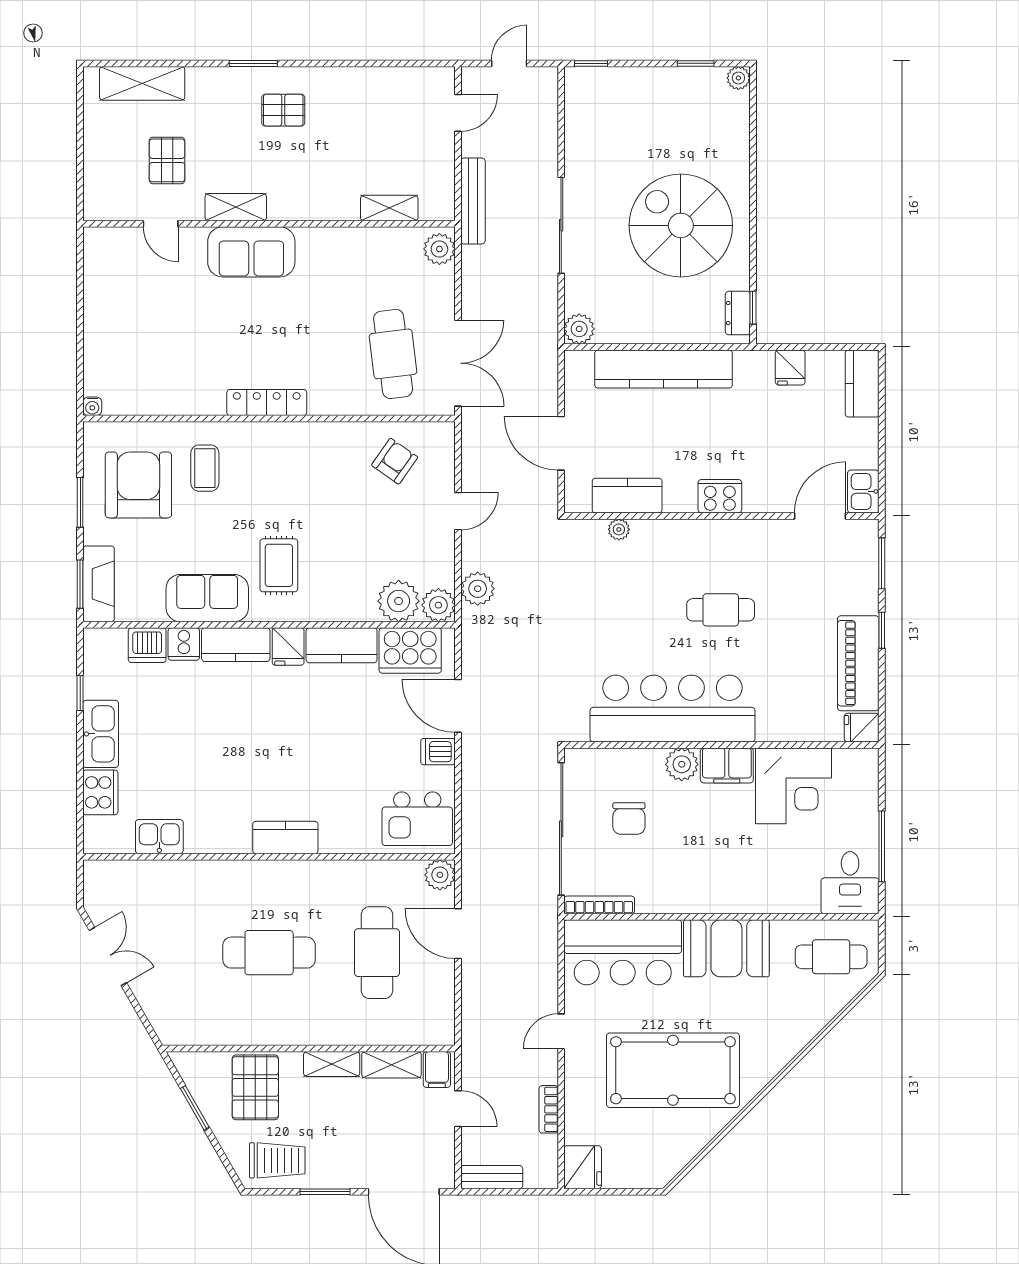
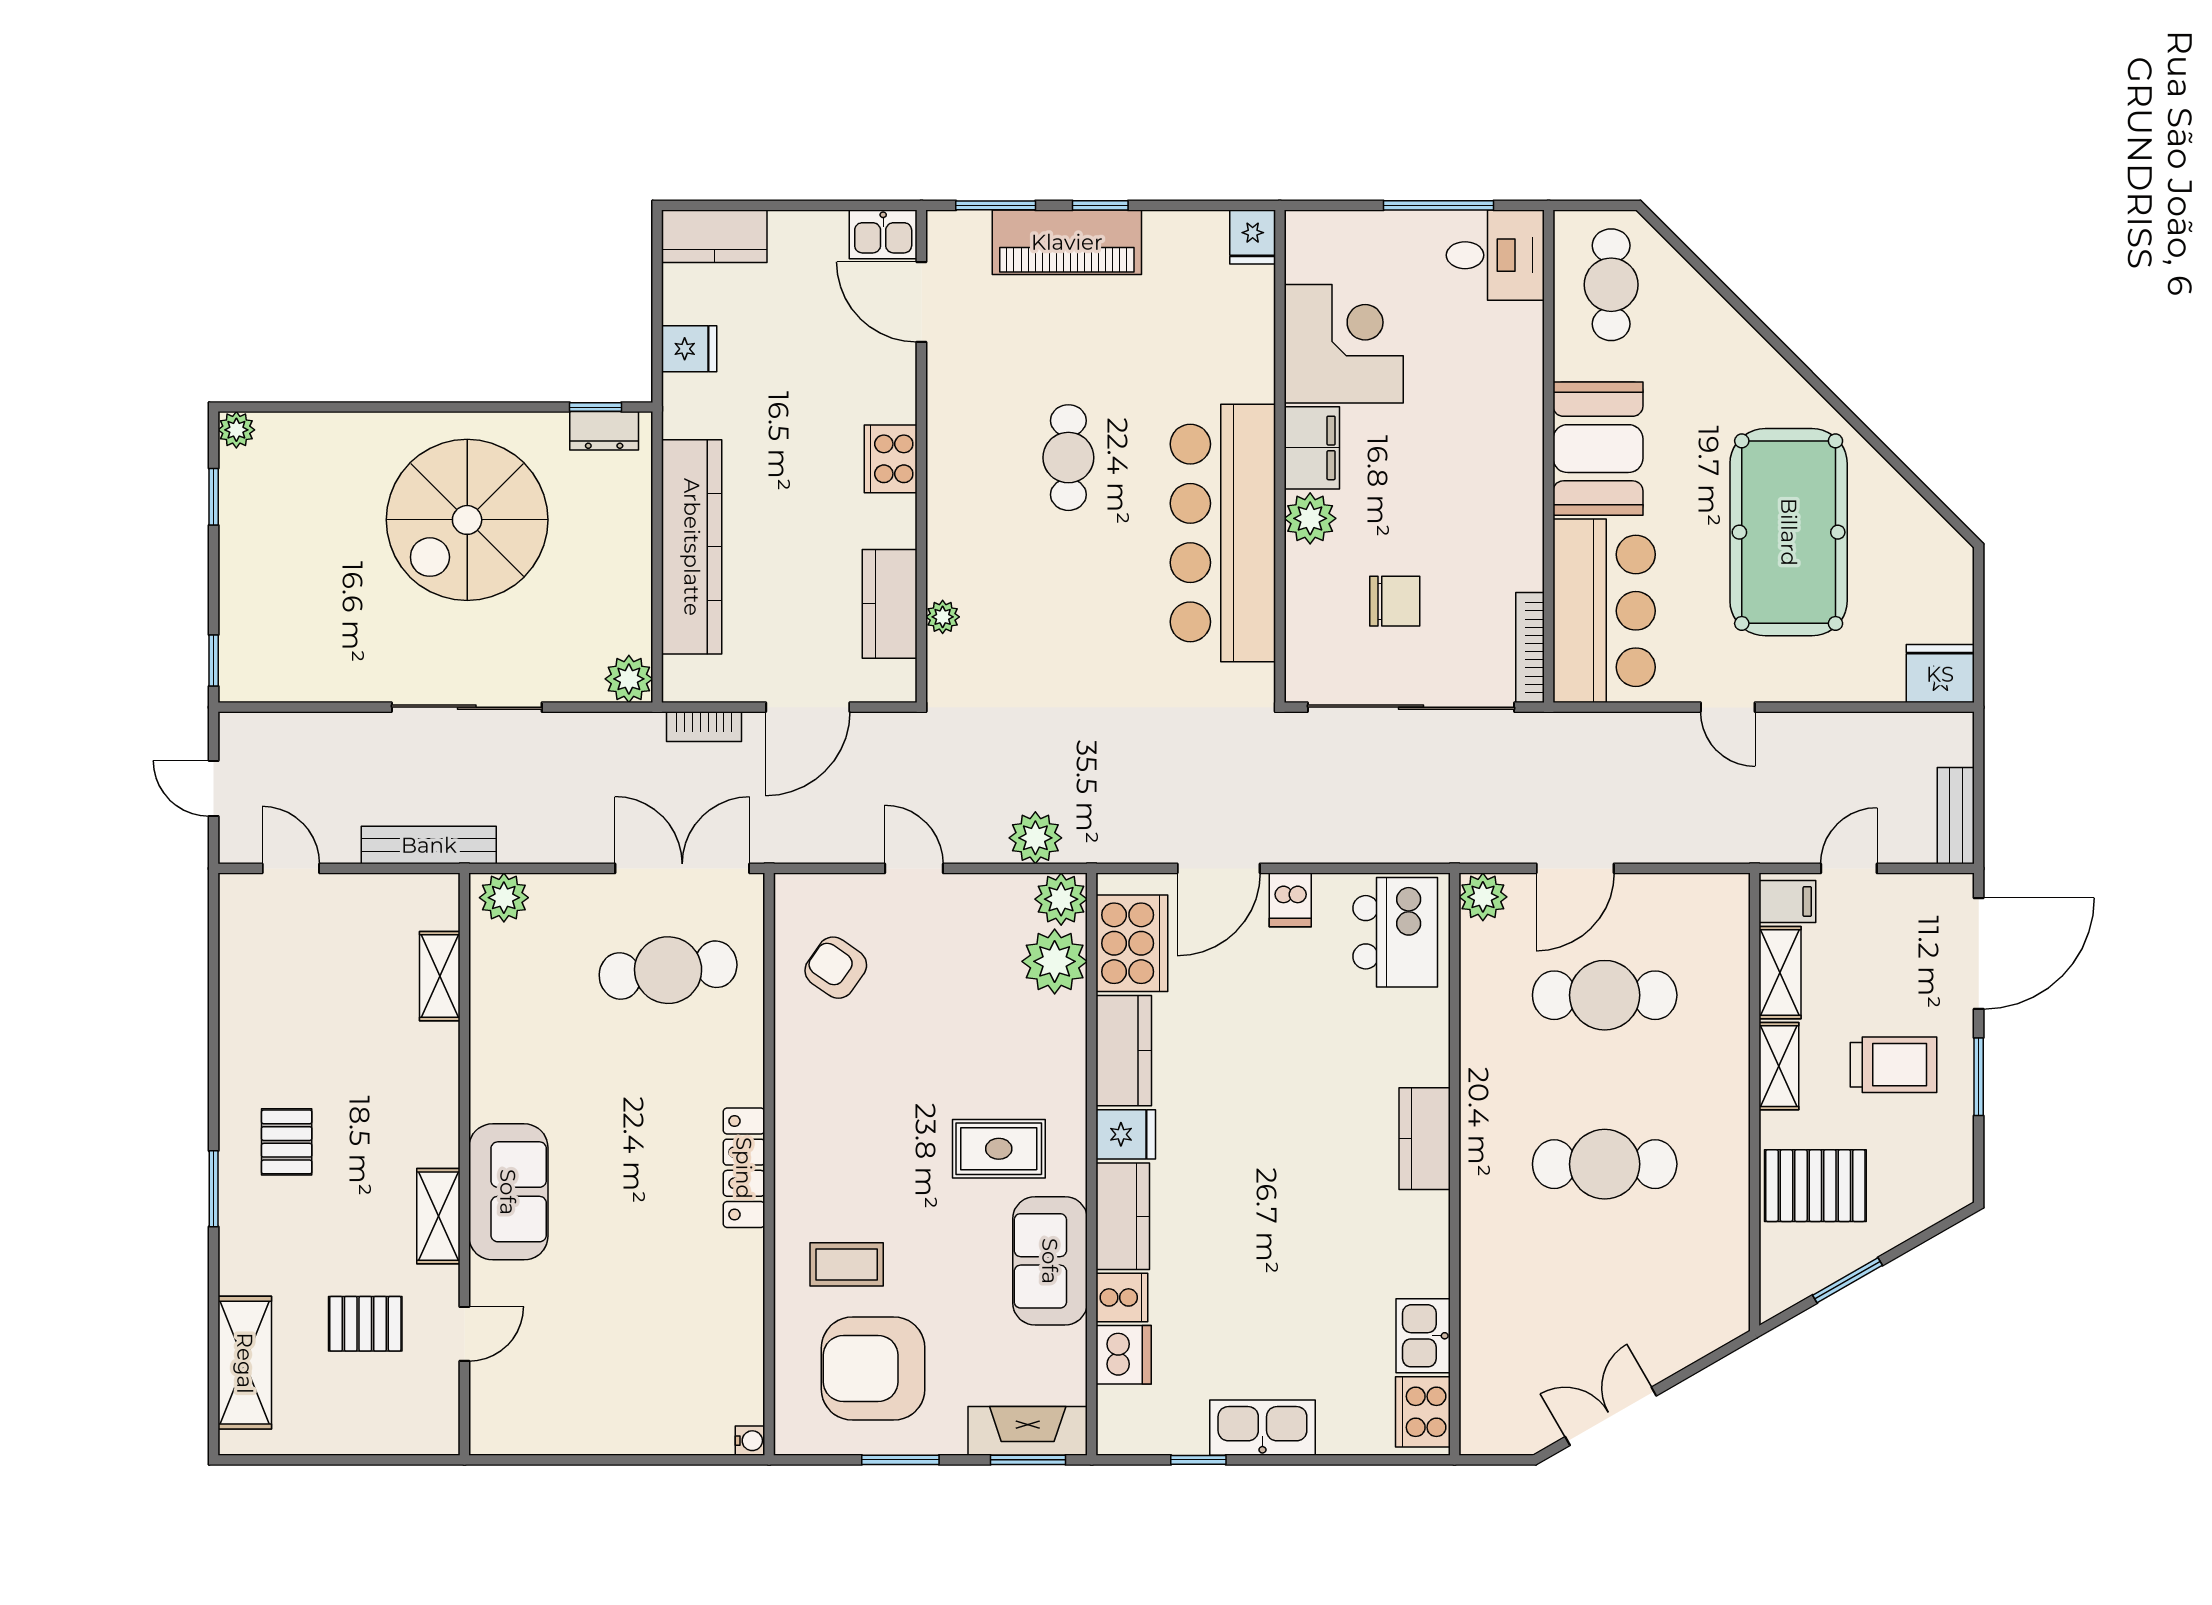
piano: (858, 663) -> (1067, 242), moved
cooker: (100, 792) -> (1423, 1412), moved, turned -90
cafe table: (269, 953) -> (1605, 1164), turned 90
bookcase: (549, 1109) -> (704, 727), moved
trolley: (277, 1160) -> (1894, 1065), moved, turned 90

